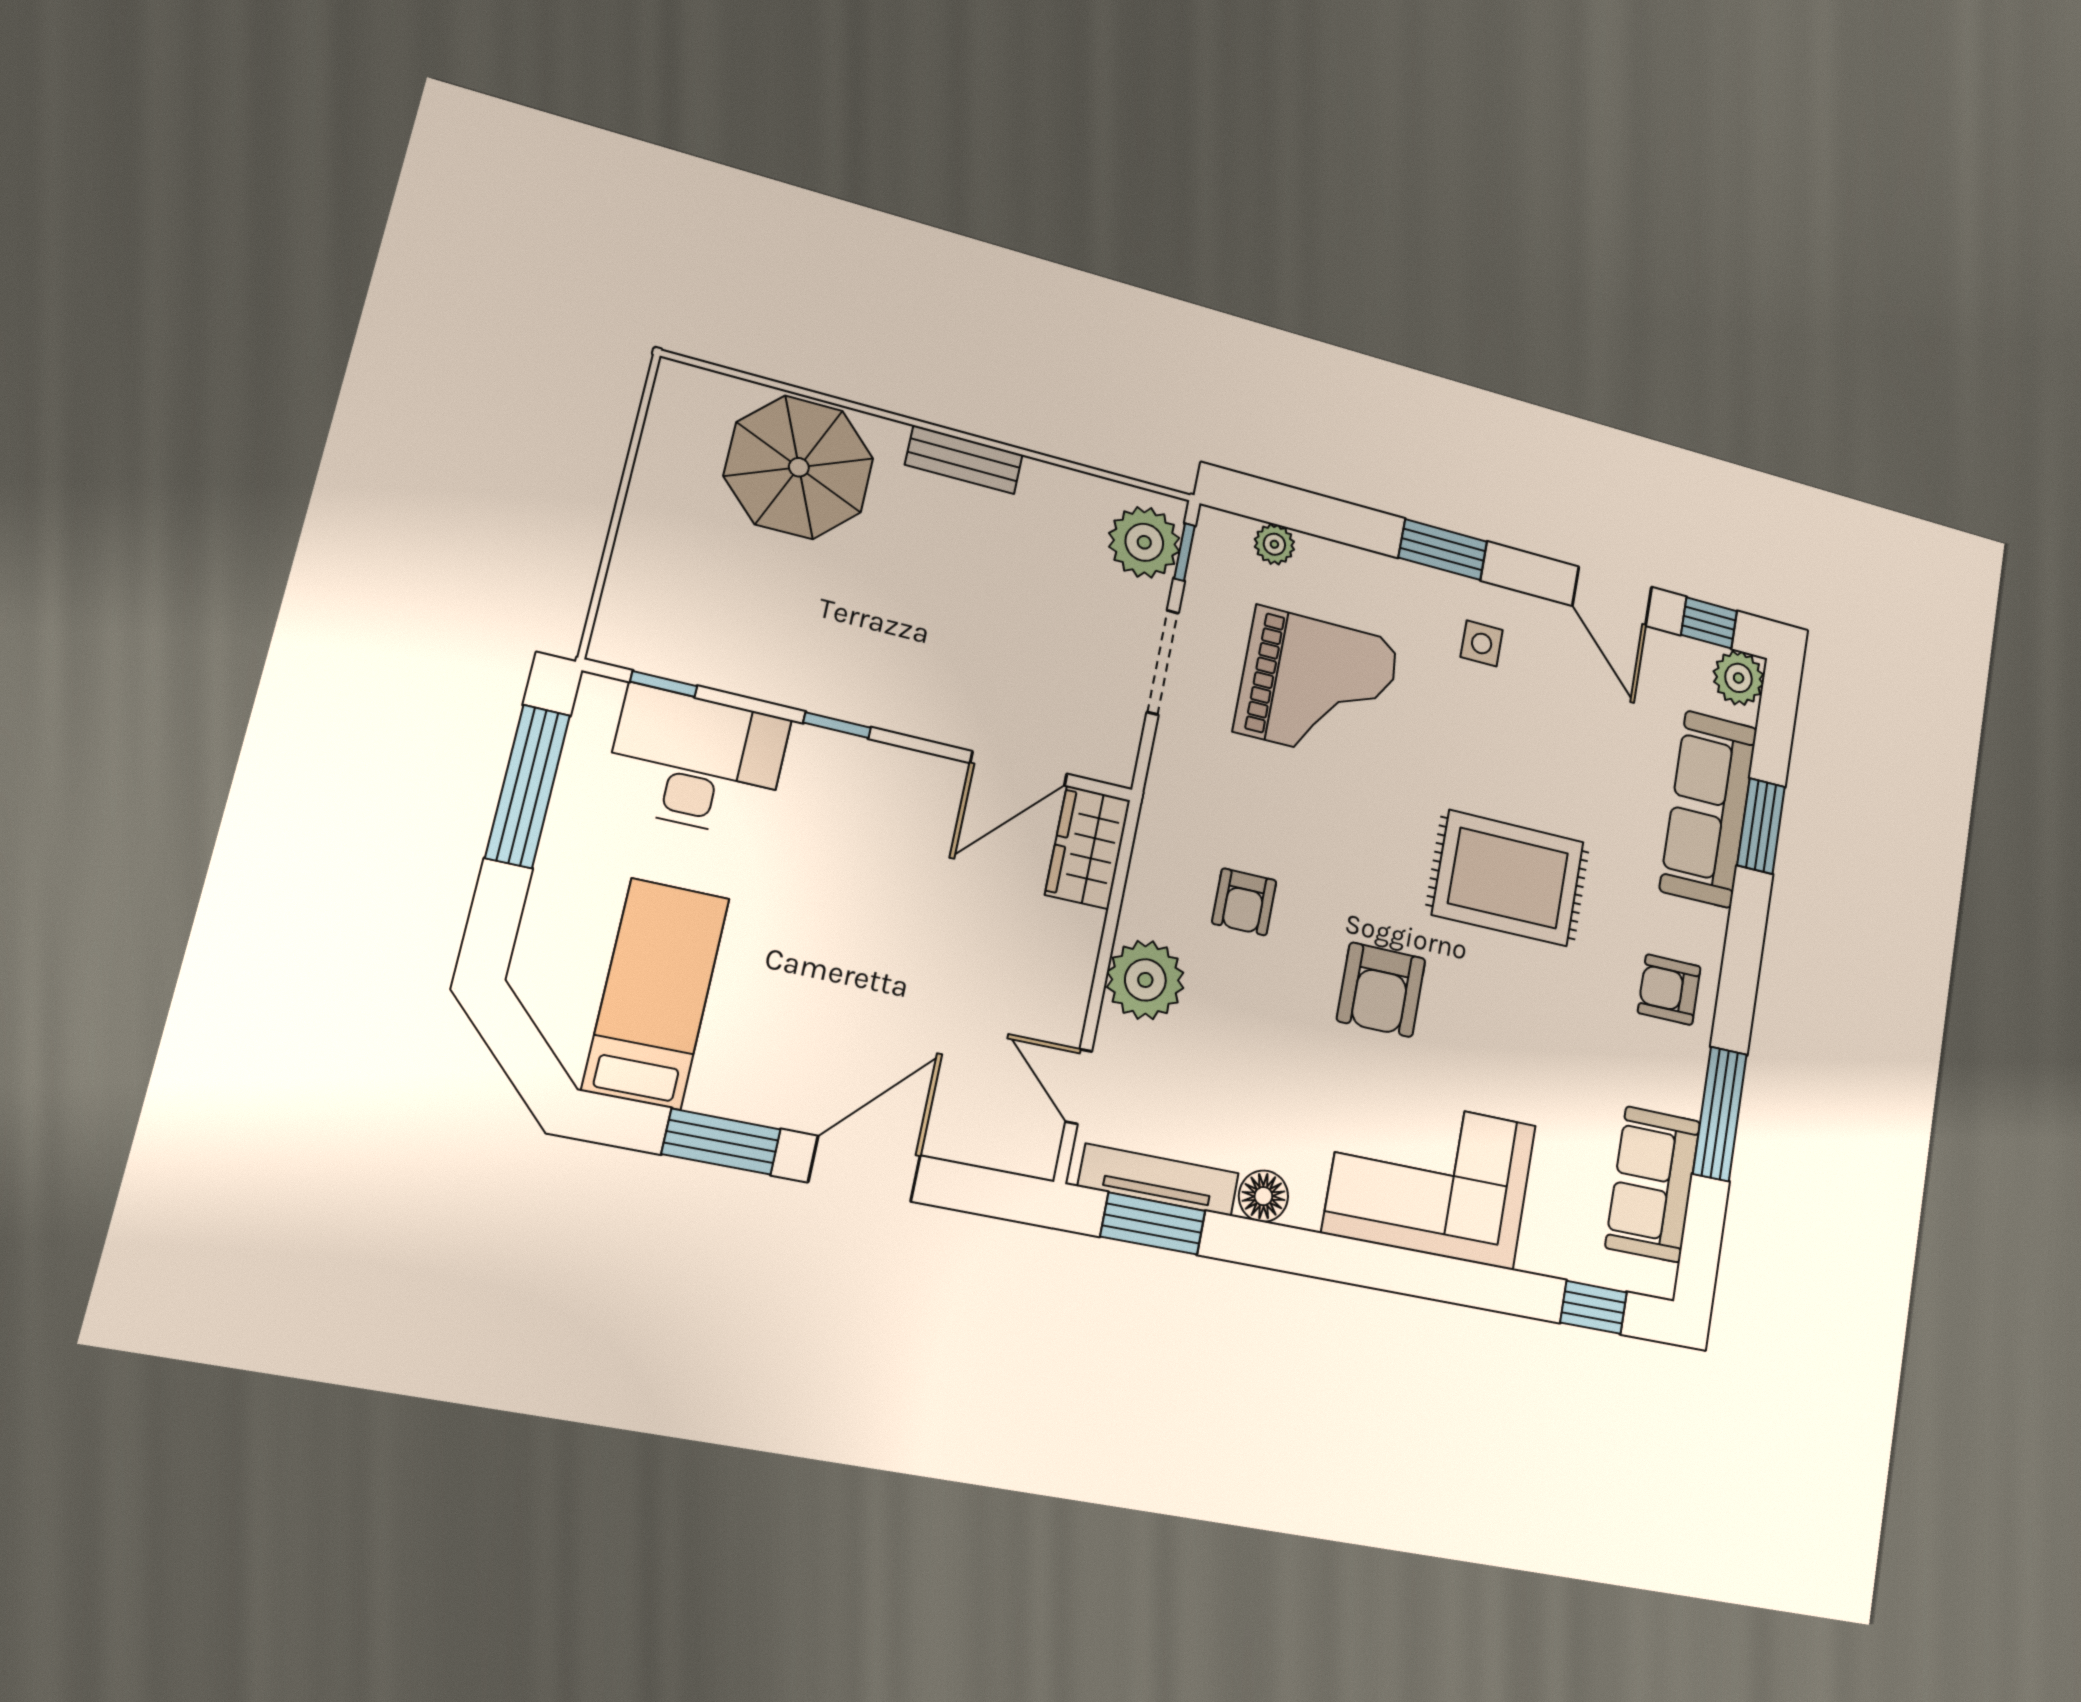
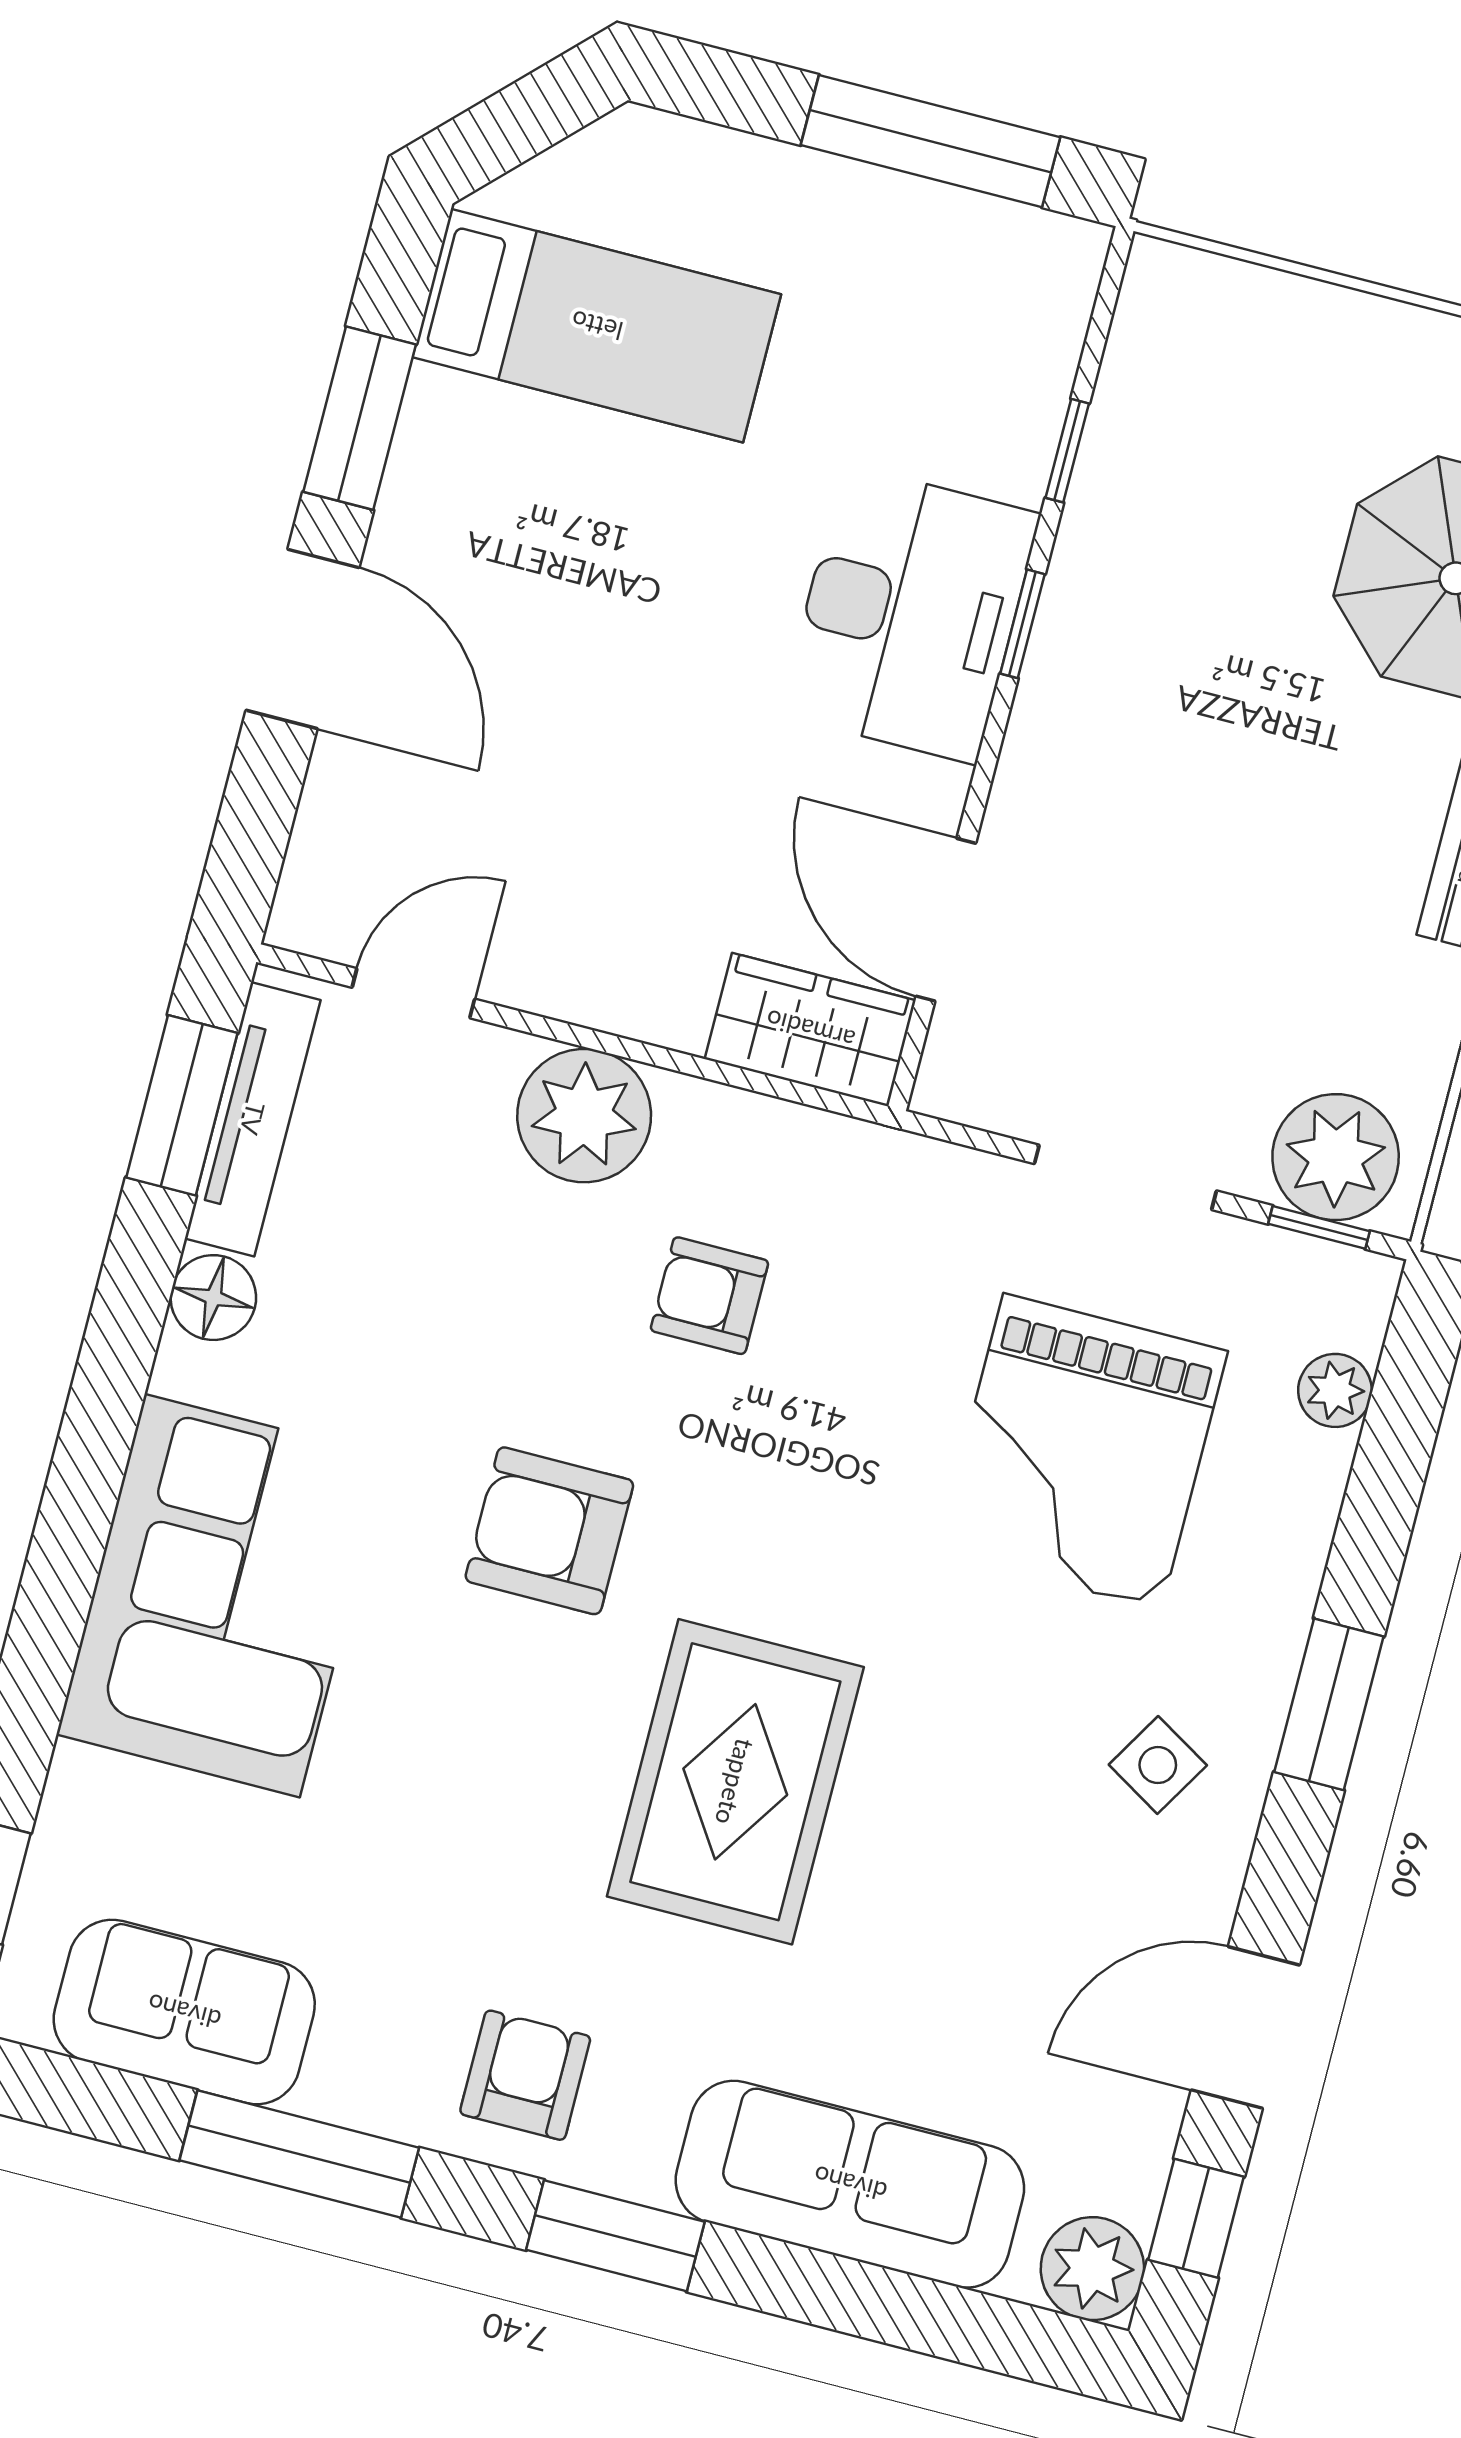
side table: (1482, 643) -> (1158, 1765), turned 31
window: (664, 684) -> (1067, 451), moved
desk: (697, 762) -> (910, 614), moved
window: (1761, 826) -> (615, 2236), moved

